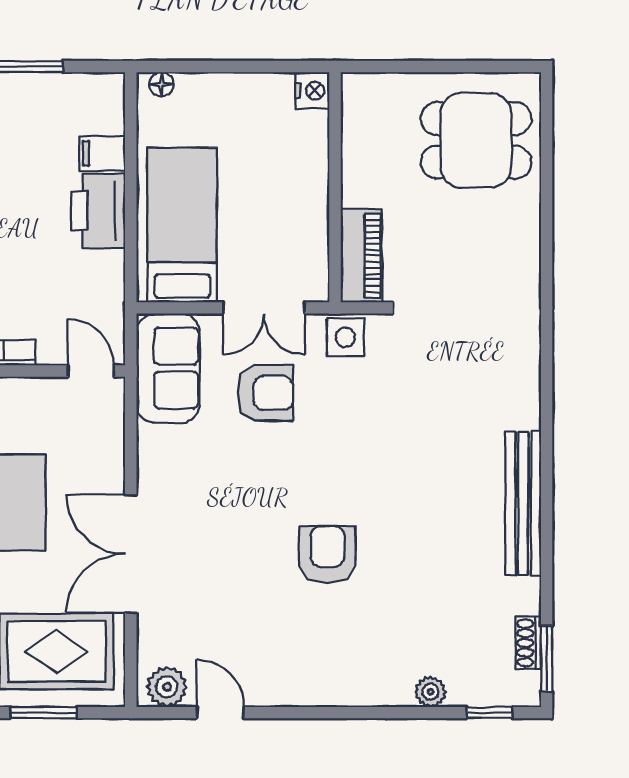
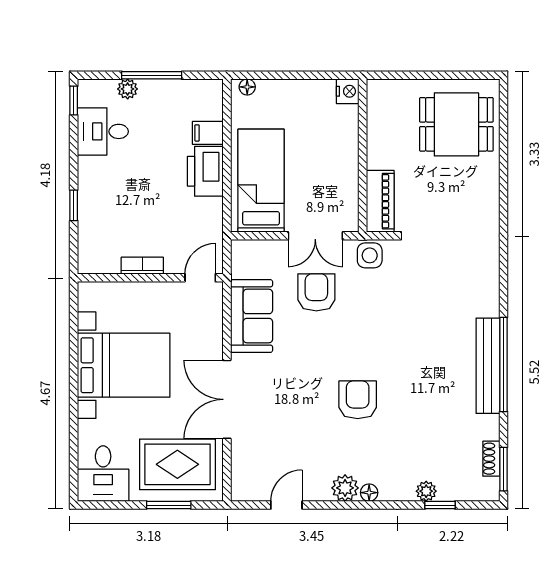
sofa: (168, 368) -> (252, 316), moved
door: (91, 371) -> (200, 278), hinge flipped
armchair: (265, 393) -> (316, 292), turned -90
window: (547, 501) -> (504, 364), added
plant: (167, 687) -> (345, 488), moved
floor lamp: (345, 694) -> (369, 493), added
door: (220, 713) -> (286, 505), hinge flipped
window: (490, 713) -> (440, 505), moved

